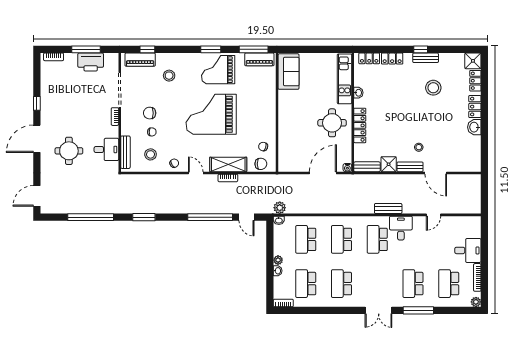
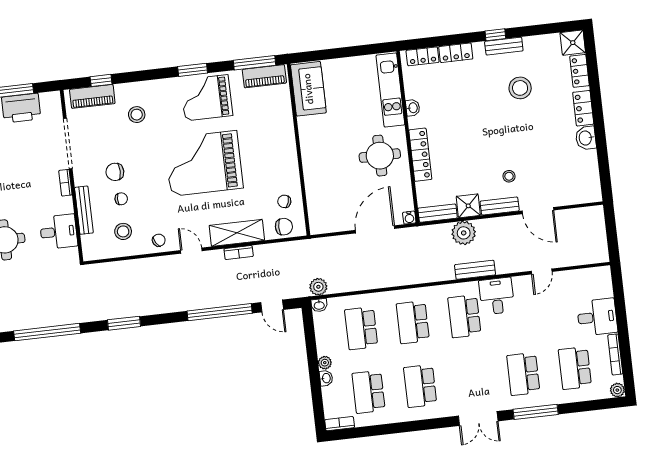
bench: (125, 152) -> (84, 210), moved
plant: (383, 182) -> (464, 233), added

